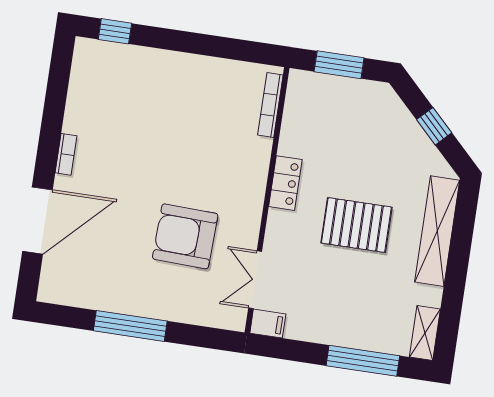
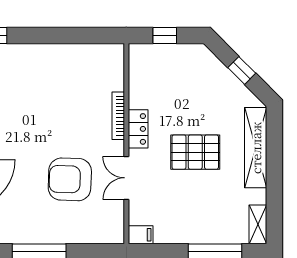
window: (339, 65) -> (165, 35), width x0.67
bookcase: (270, 105) -> (118, 116), moved
double door: (255, 280) -> (126, 178), moved

